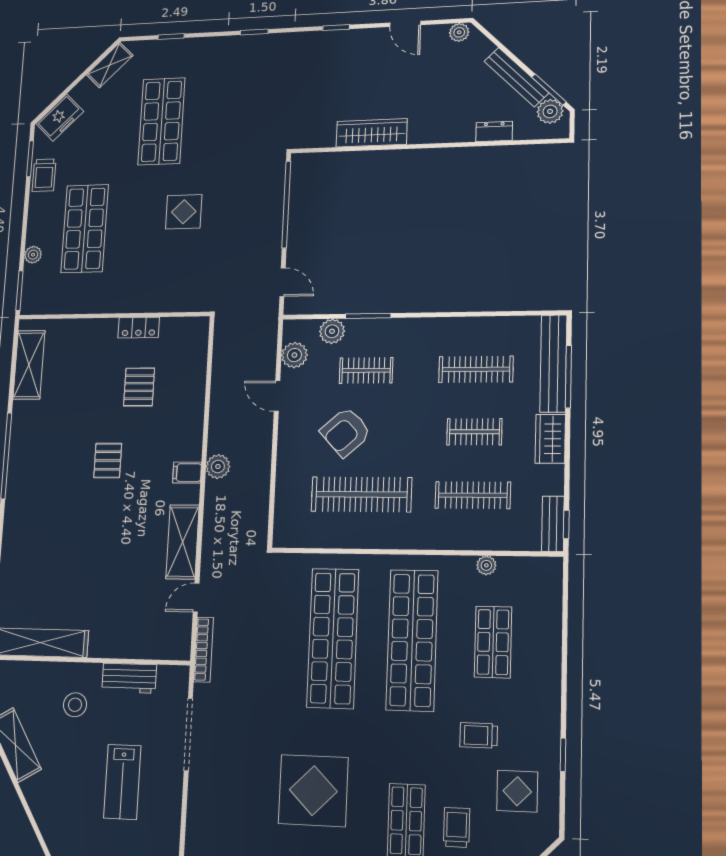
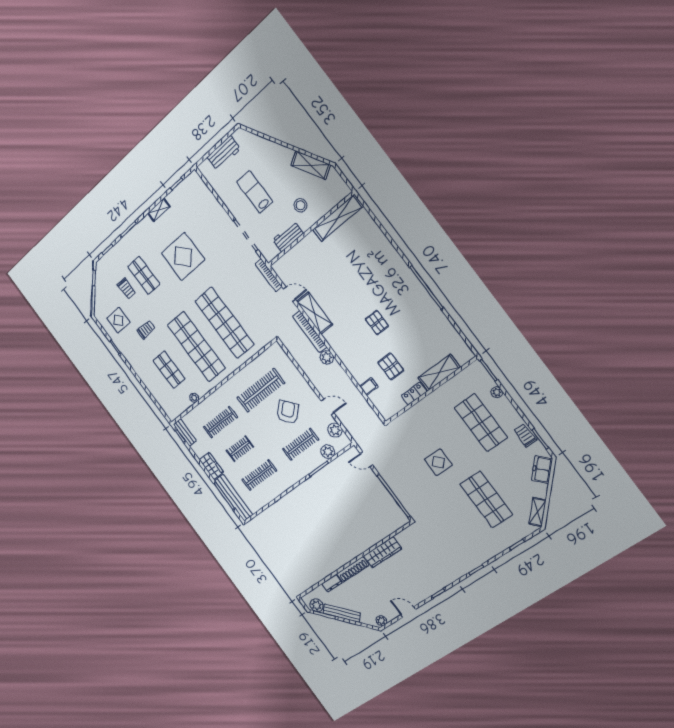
shoe rack: (441, 134) -> (353, 570), added
shelving: (29, 365) -> (439, 373), moved, turned 90
clothes rail: (366, 370) -> (301, 444), width x1.36
filing cabinet: (187, 473) -> (369, 386), moved
bookcase: (212, 522) -> (310, 332), added
door: (196, 598) -> (289, 294), hinge flipped

